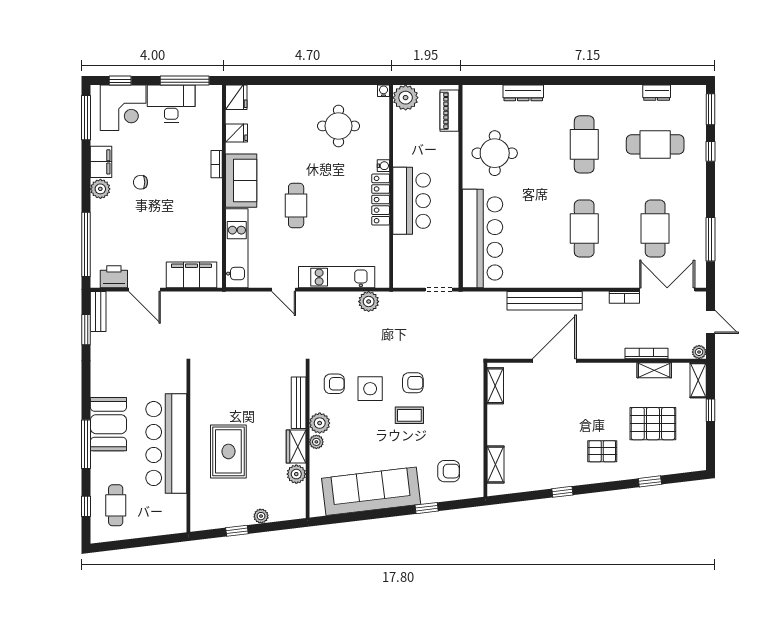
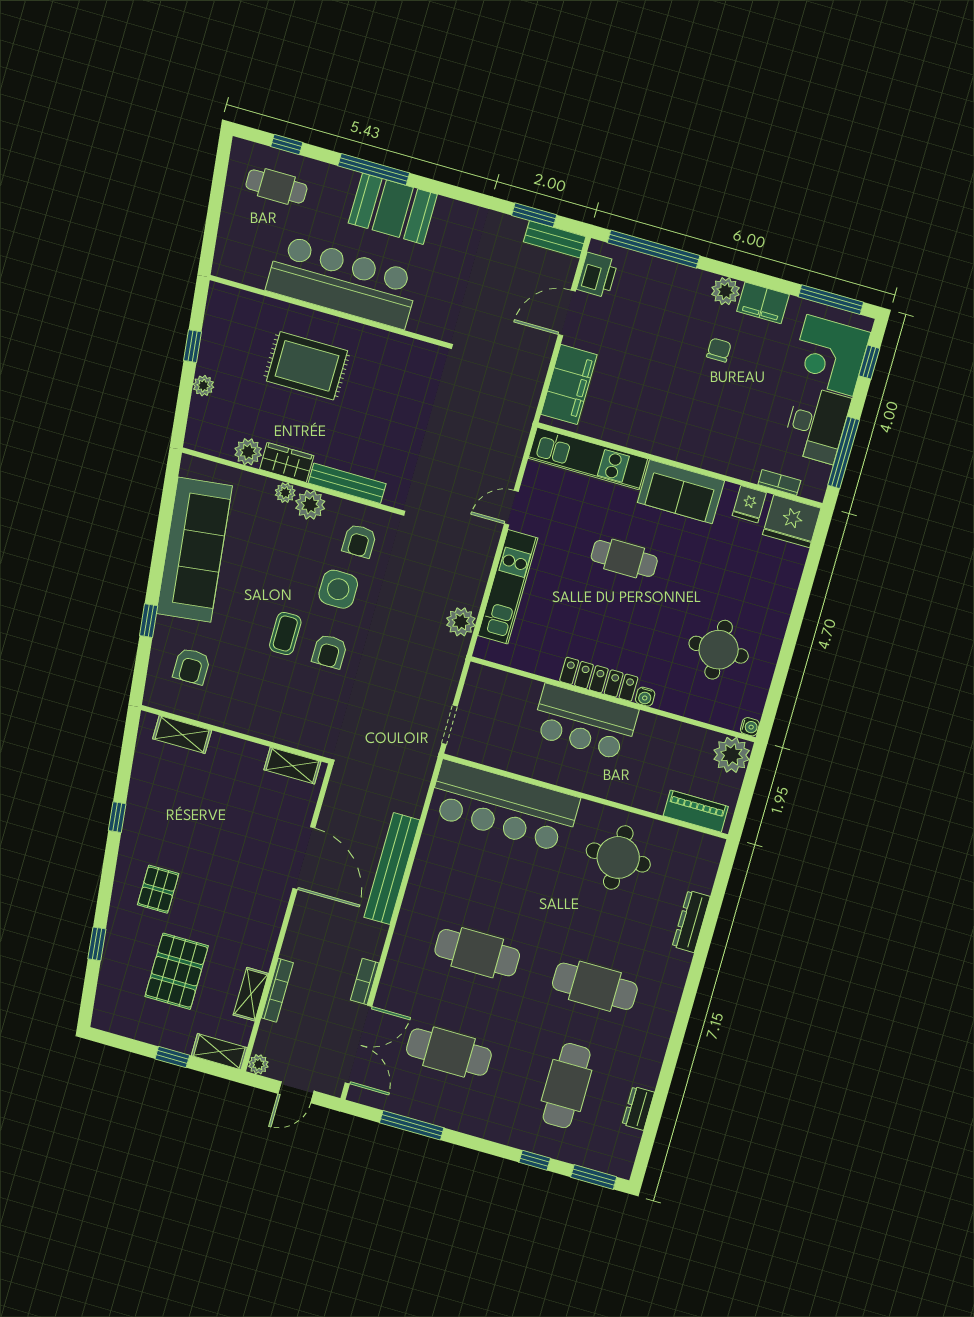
fridge: (236, 97) -> (792, 521), width x1.36, depth x1.34
bookcase: (217, 164) -> (779, 482), moved

